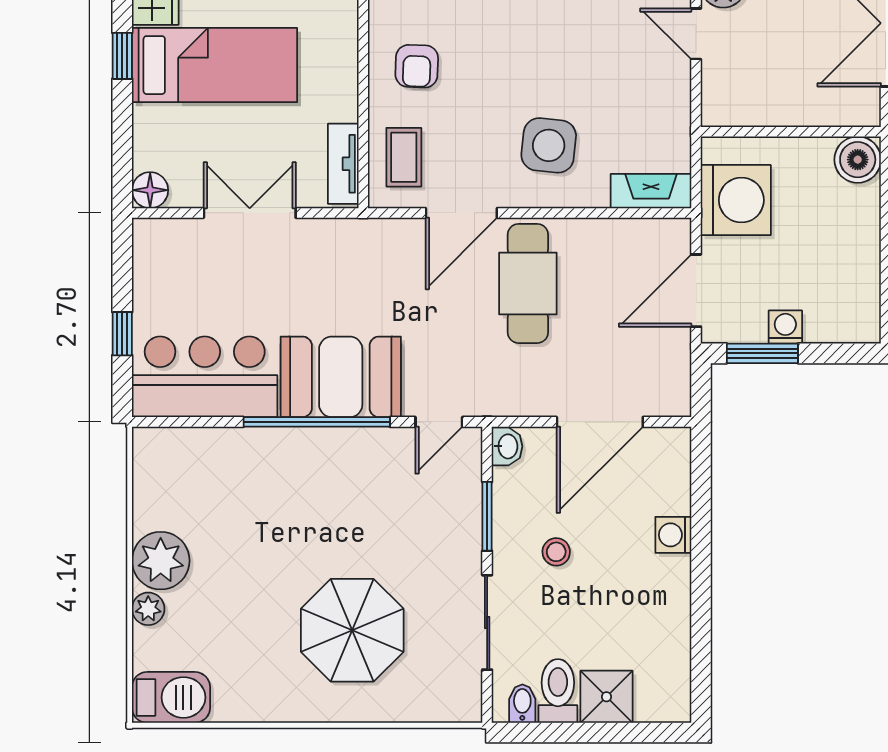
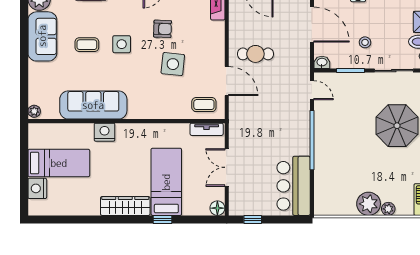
armchair: (417, 66) -> (163, 29), moved
side table: (549, 145) -> (173, 64), moved
cafe table: (528, 283) -> (255, 54), width x0.73, depth x0.74
window: (122, 334) -> (253, 219), moved
booth: (341, 377) -> (294, 130), removed

